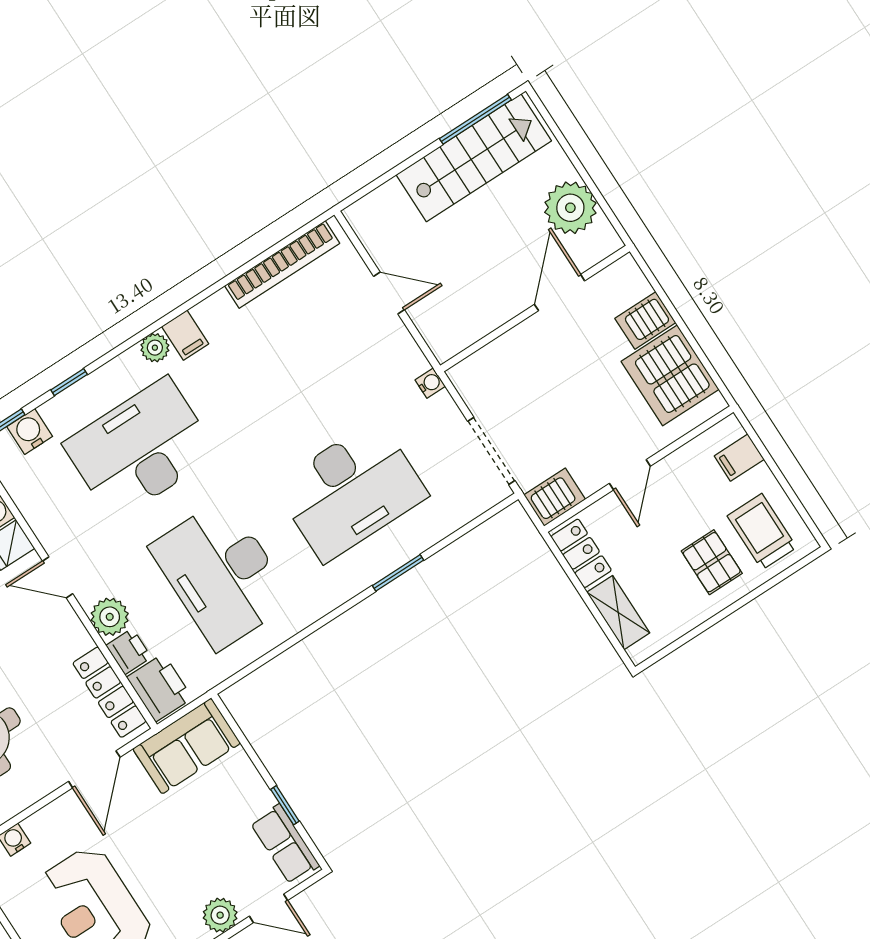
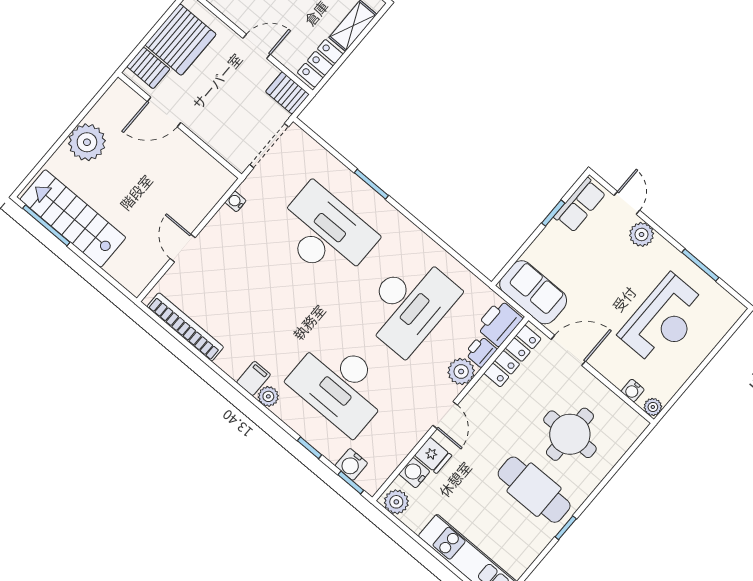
door: (560, 293) -> (164, 112), moved
wall: (535, 308) -> (180, 125), moved

